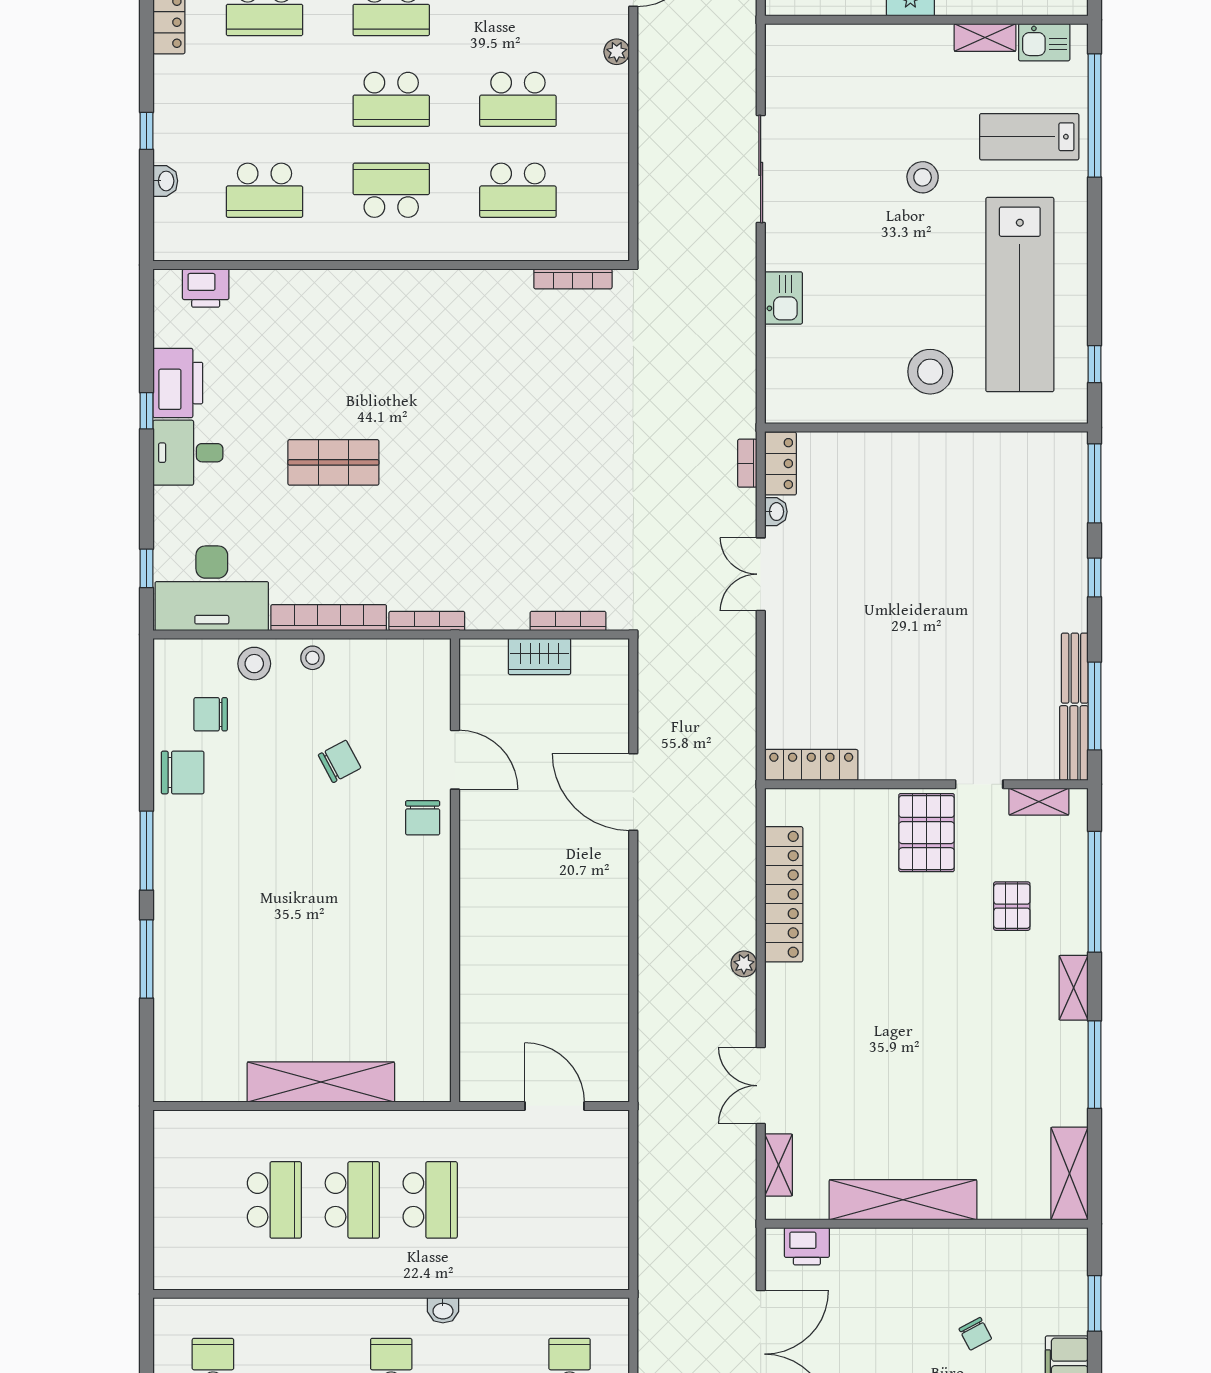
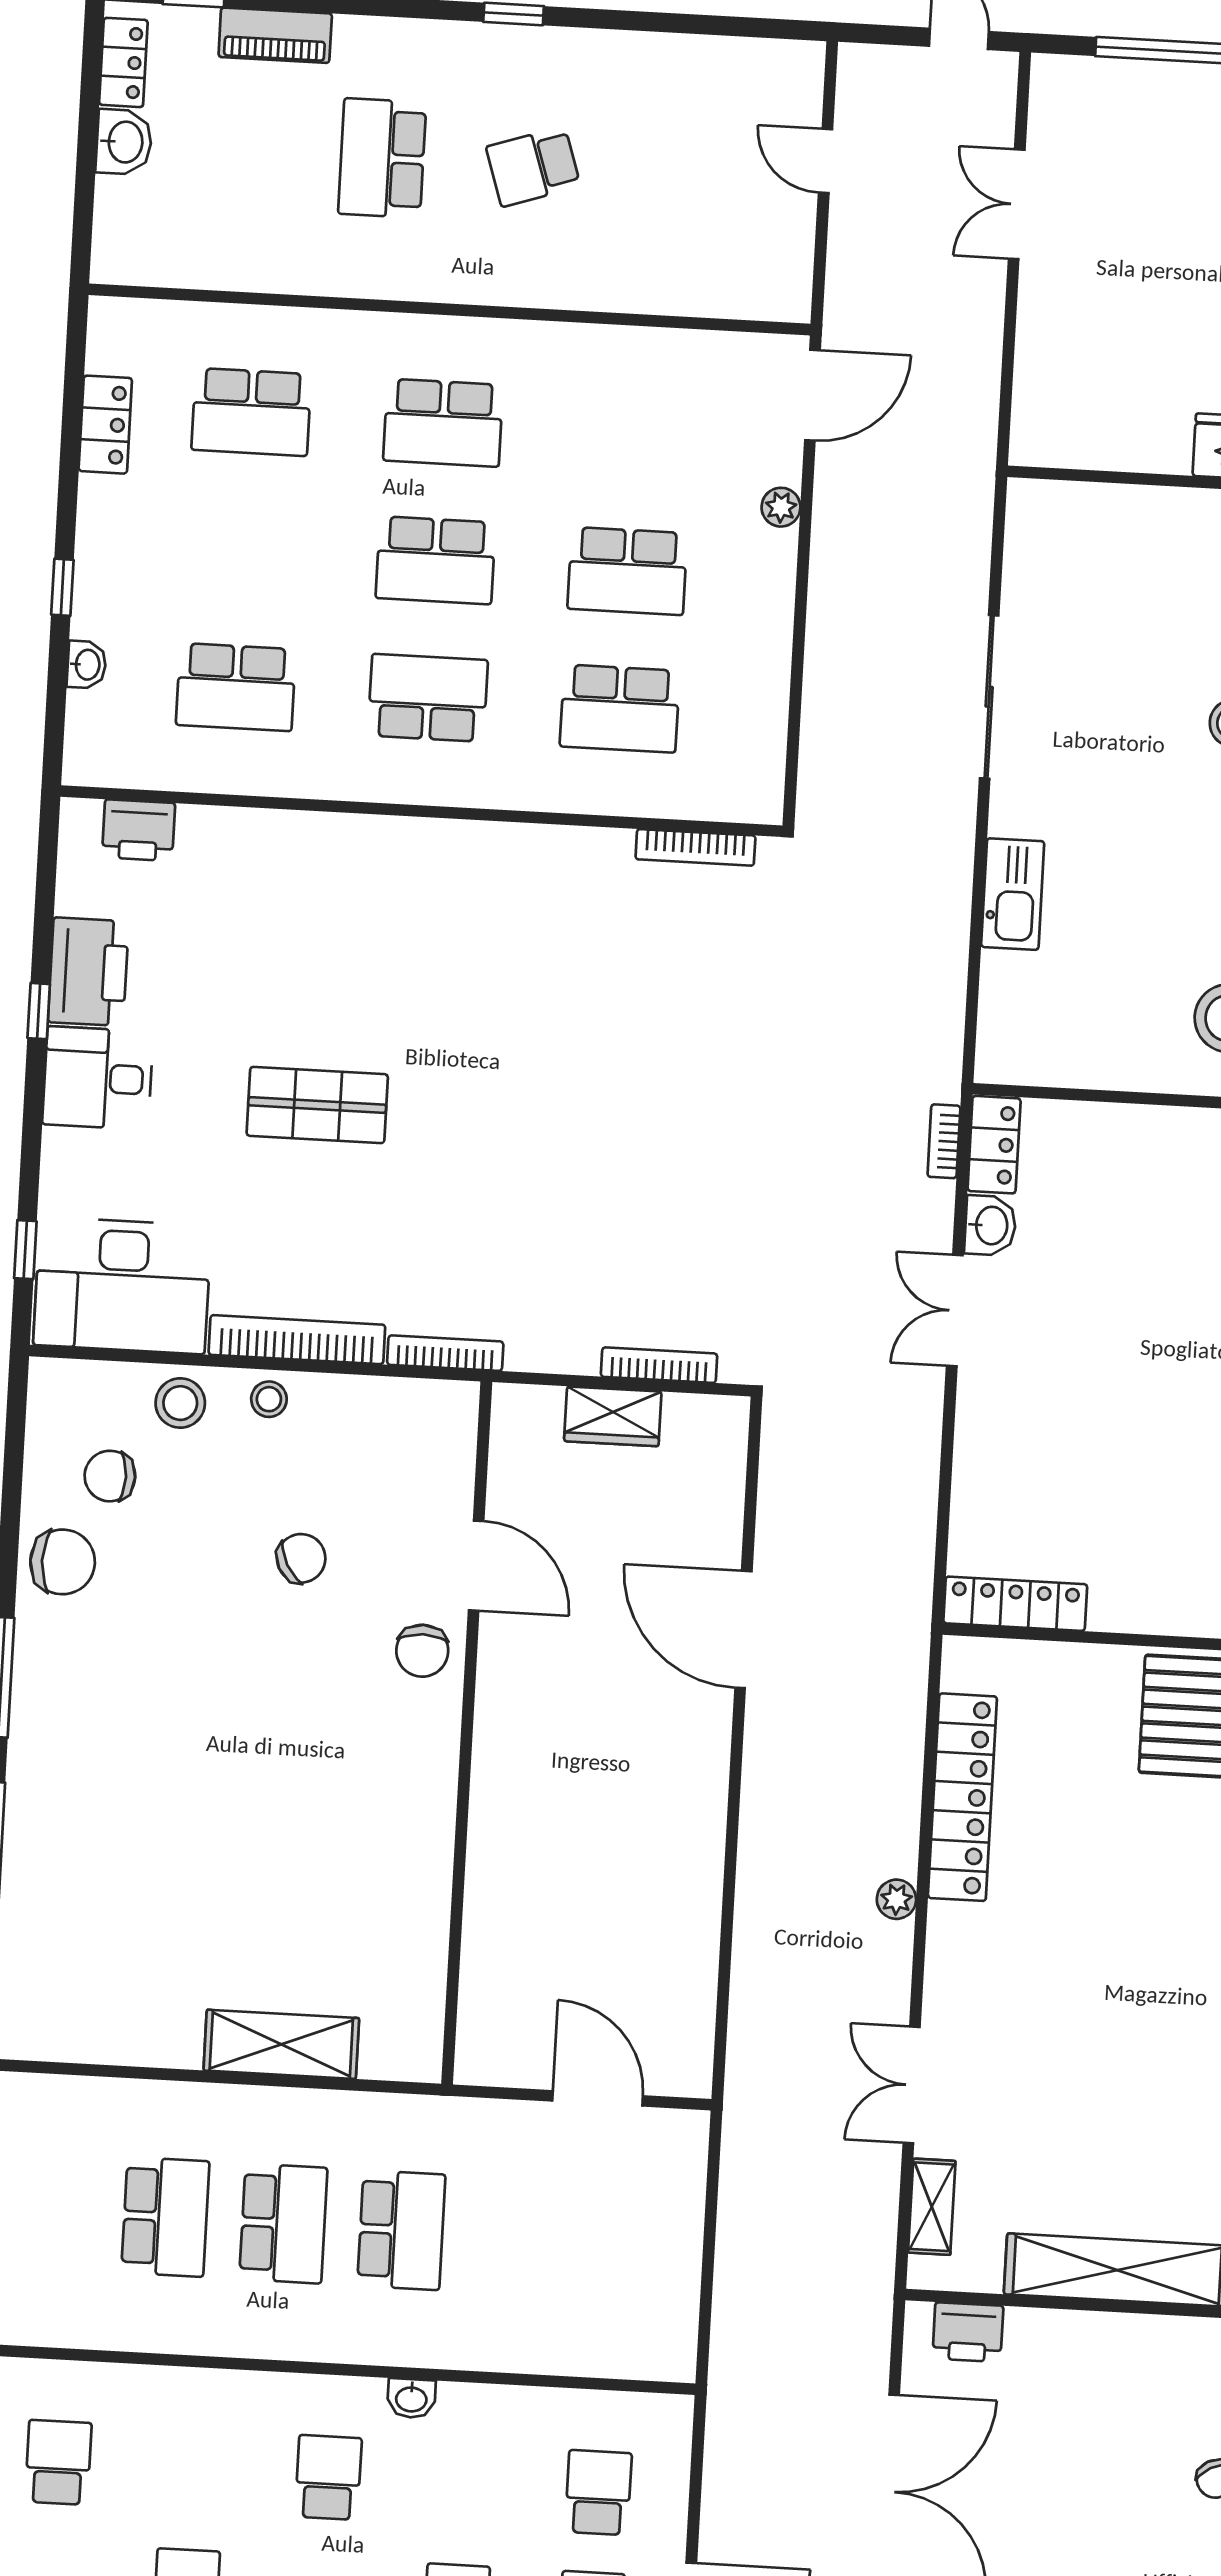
kitchen sink: (783, 298) -> (1013, 894), width x1.38
washbasin: (776, 512) -> (990, 1225), width x1.38, depth x1.45
shelving: (321, 1082) -> (281, 2044), width x0.68

